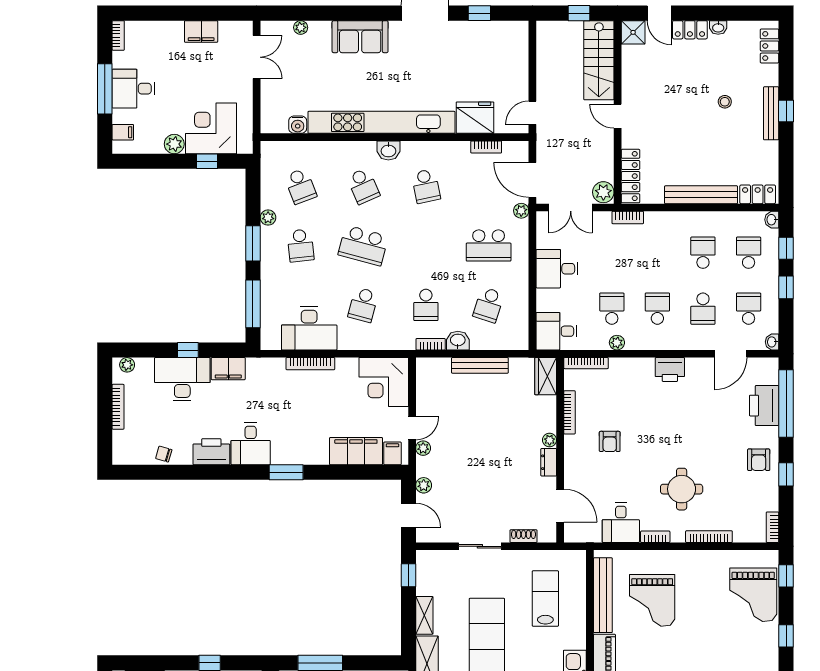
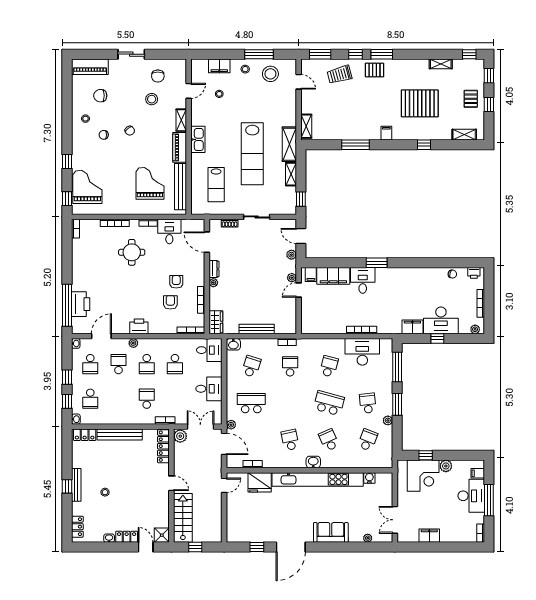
desk: (133, 89) -> (471, 496), width x1.37
school desk: (301, 186) -> (368, 440), turned 42
school desk: (703, 253) -> (147, 399), moved, turned 180
washbasin: (458, 341) -> (233, 344), moved
plant: (617, 343) -> (133, 343), moved
corner desk: (384, 382) -> (316, 319), removed
desk: (251, 444) -> (363, 280), moved
printer: (211, 452) -> (474, 273), moved, width x0.53, depth x0.68
armchair: (759, 460) -> (170, 302), moved
window: (786, 474) -> (67, 261), removed

